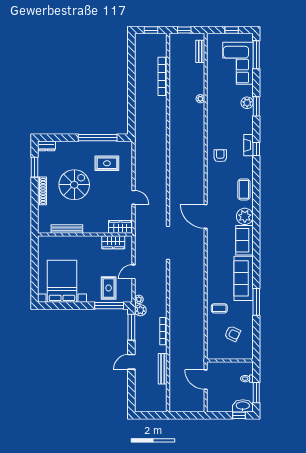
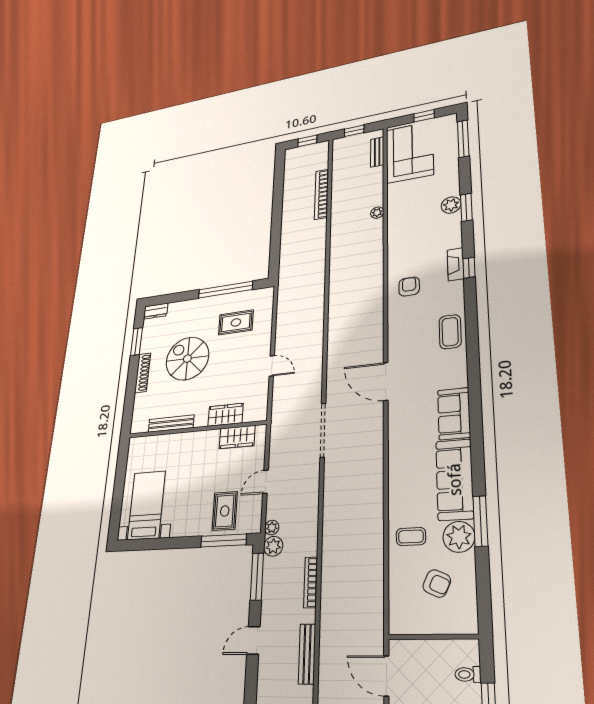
corner sofa: (238, 63) -> (410, 152), moved, turned 180
spiral stairs: (74, 185) -> (187, 359), turned -90
plant: (245, 216) -> (459, 537), moved
wardrobe: (120, 227) -> (226, 415), moved
bed with nightstands: (62, 281) -> (146, 505), width x0.73

